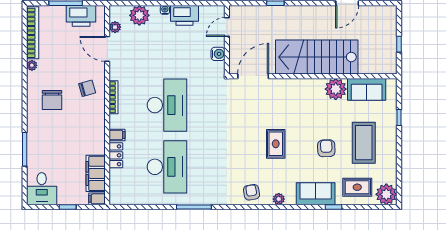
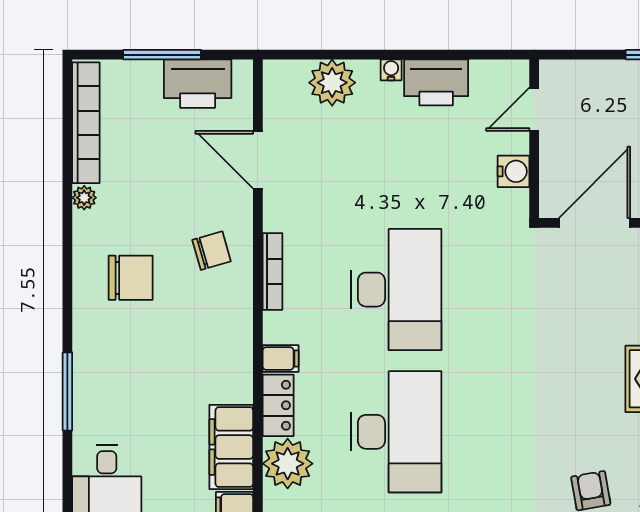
plant: (115, 27) -> (288, 464), moved, width x1.87, depth x1.87
chair: (52, 100) -> (131, 278), turned -90

